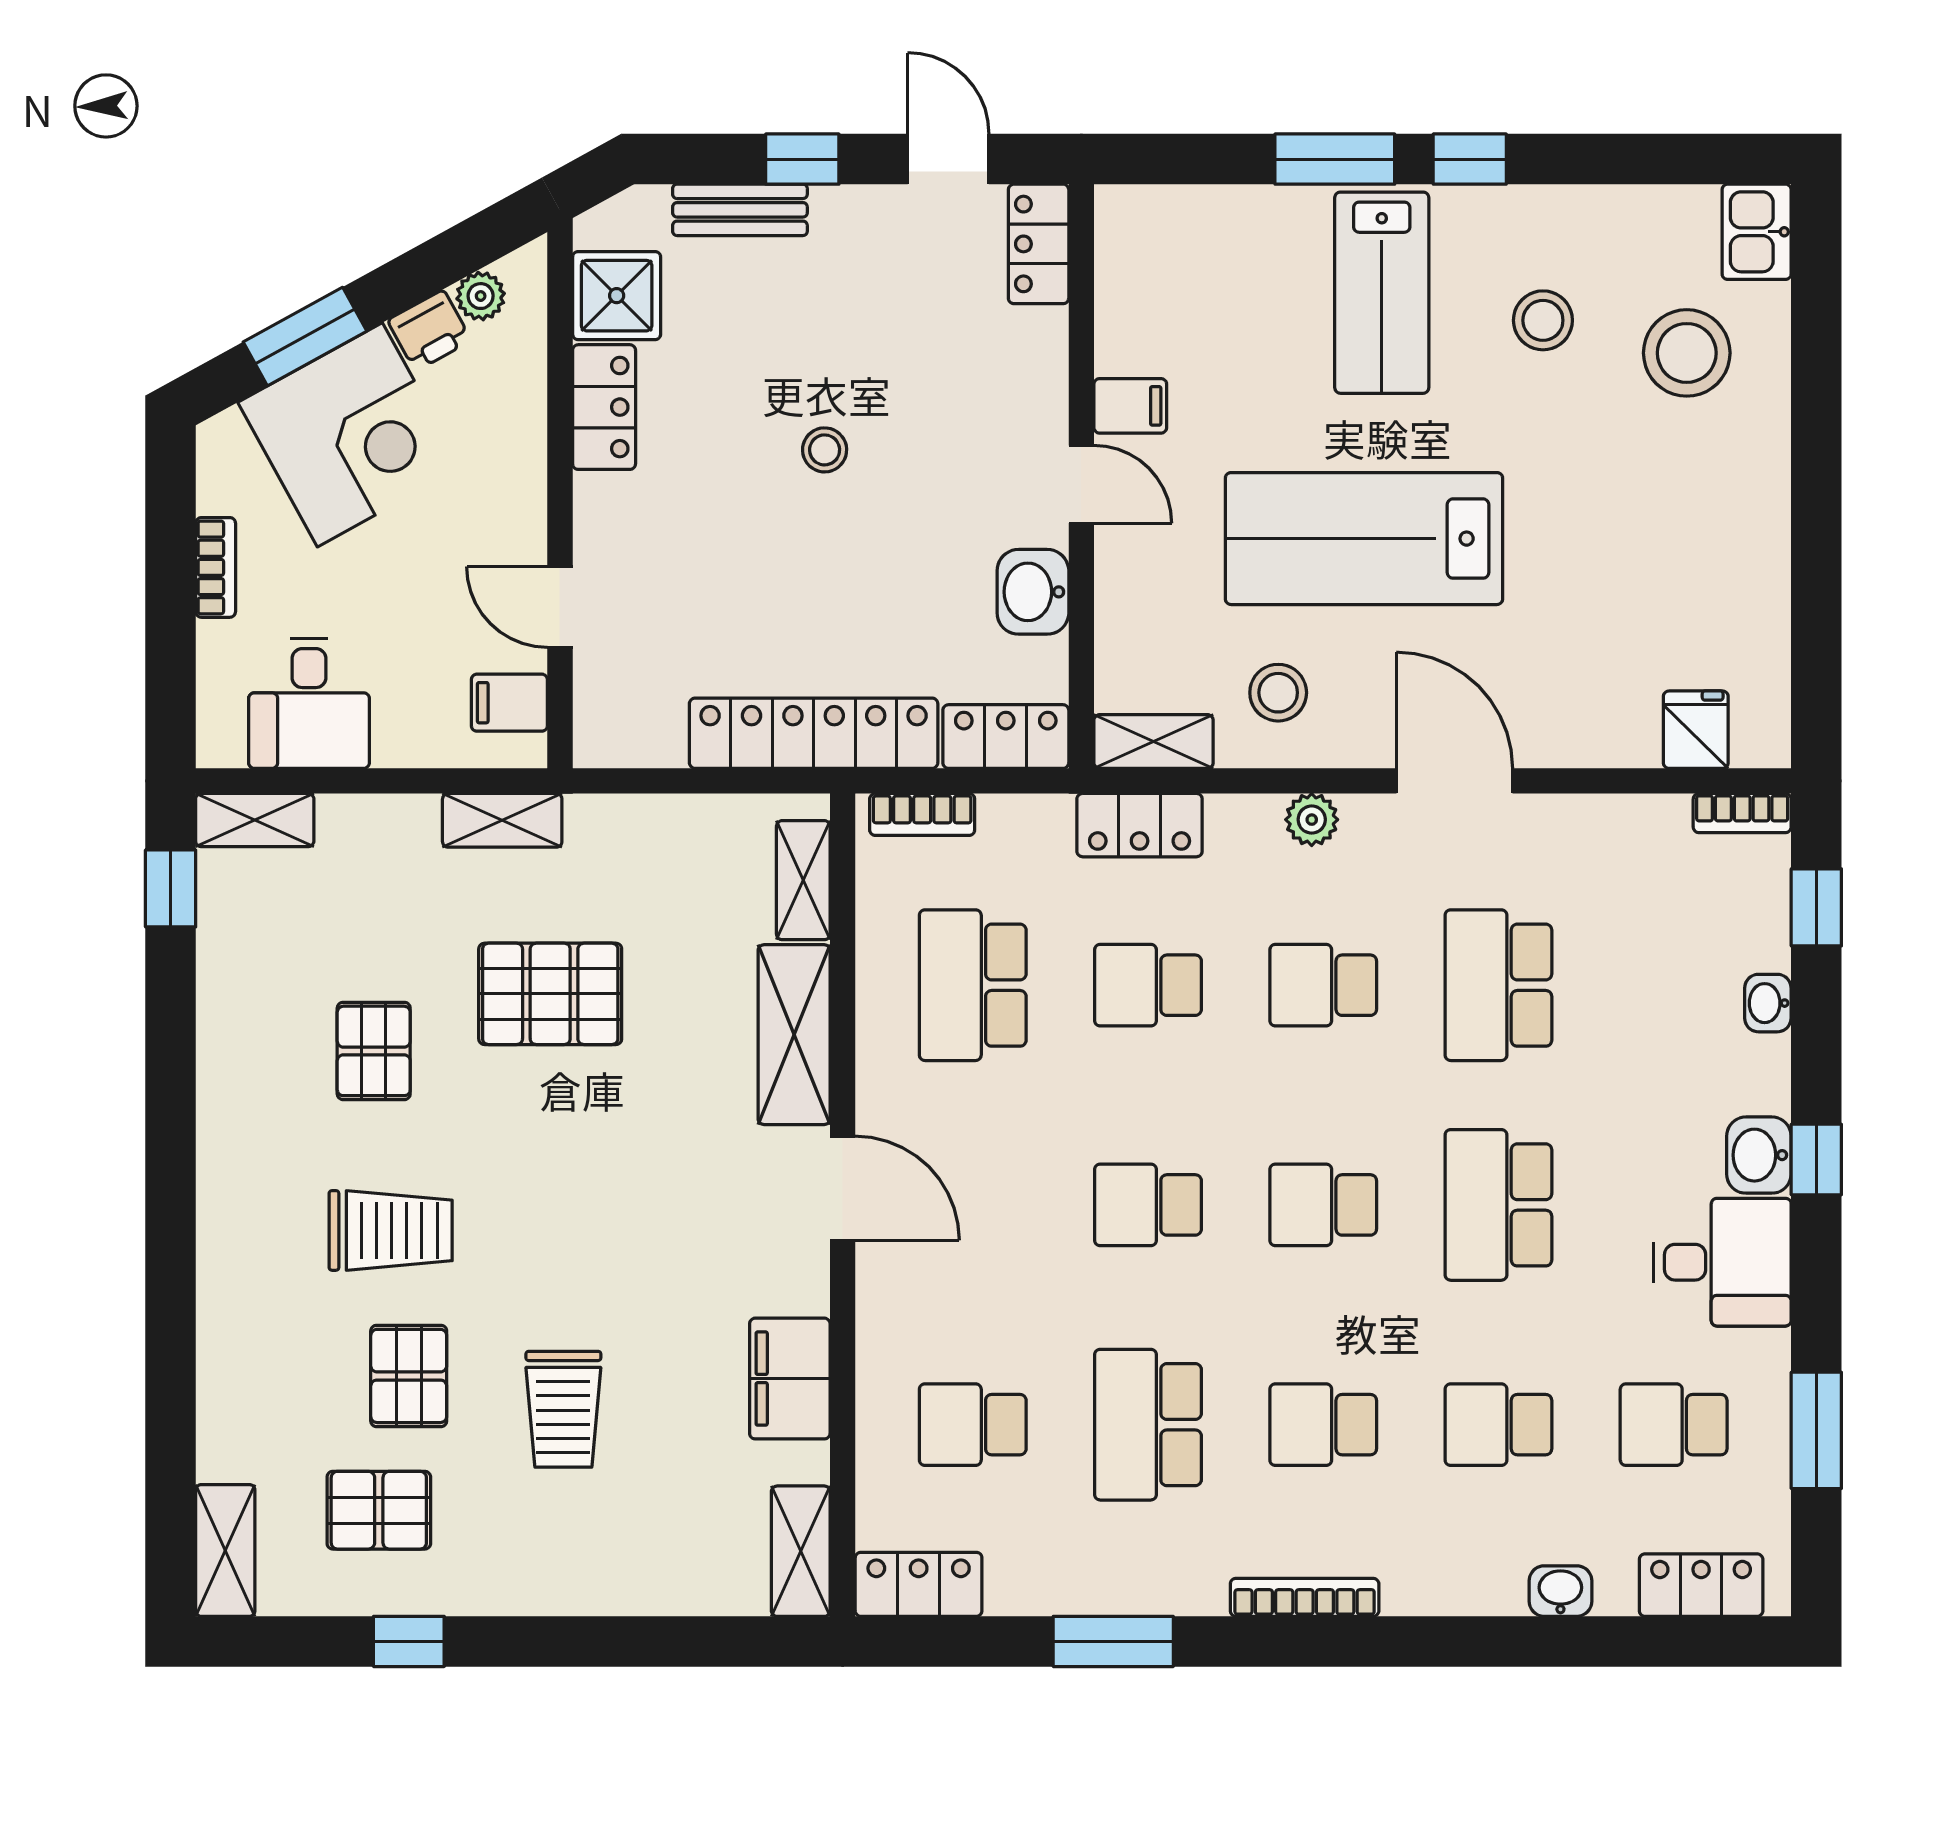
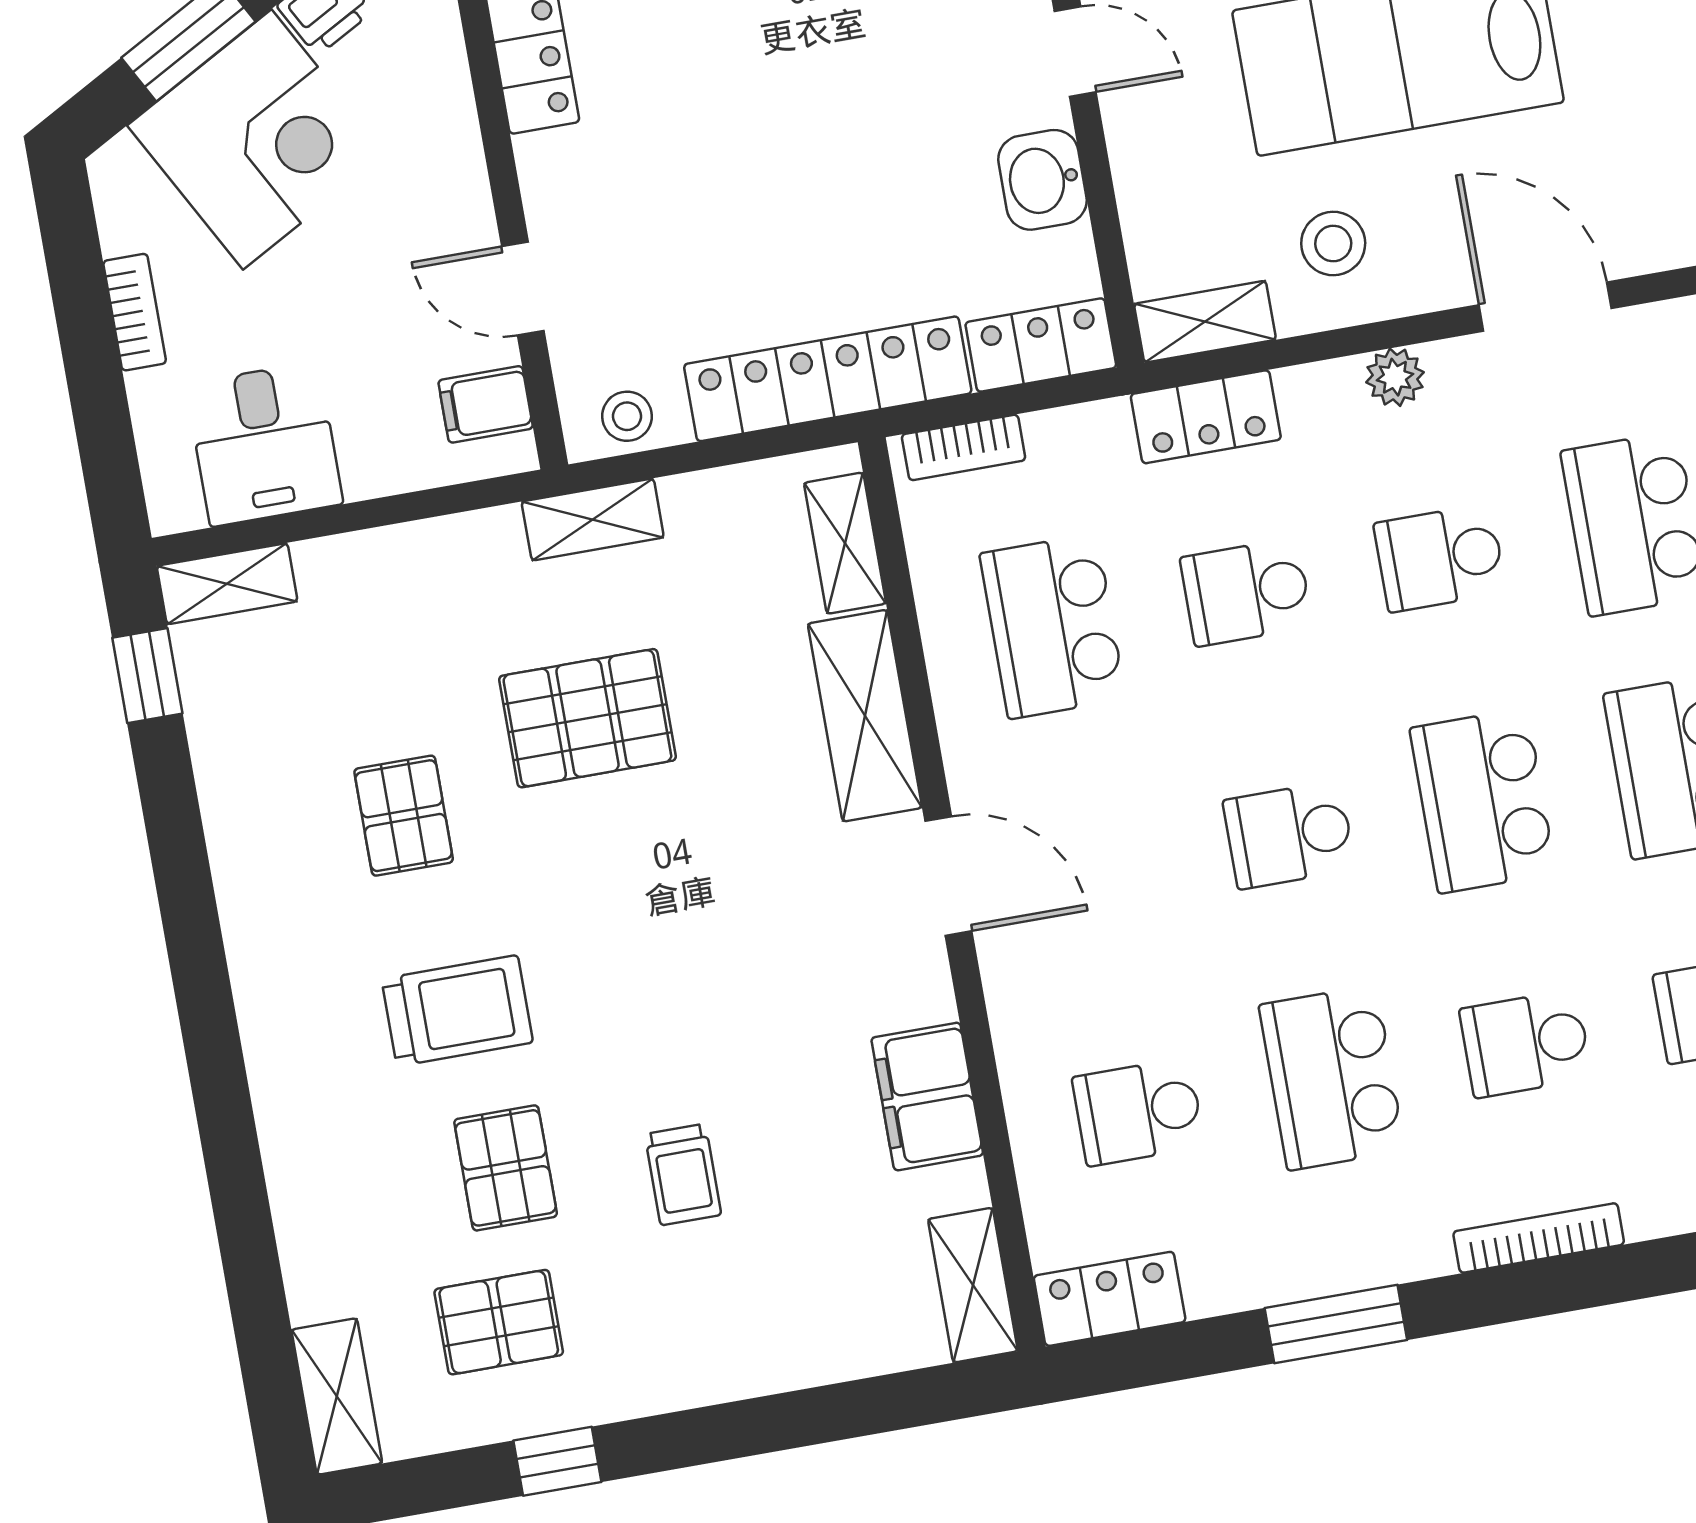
stool: (825, 450) -> (627, 416), moved
shelving: (502, 820) -> (593, 520), moved
school desk: (1323, 1205) -> (1483, 801), width x1.85
trolley: (563, 1409) -> (683, 1175), width x0.73, depth x0.72

